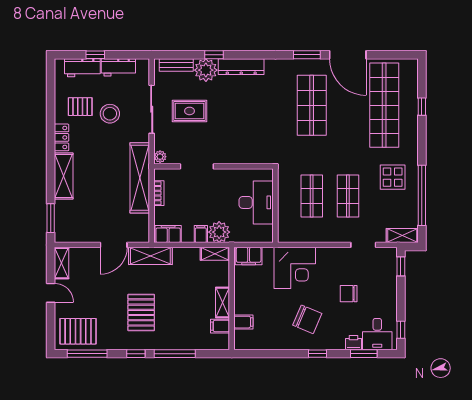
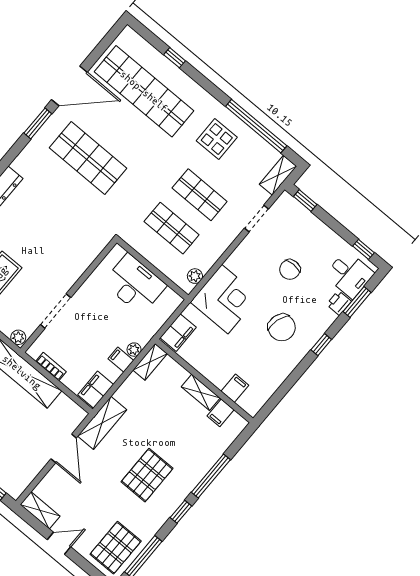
plant: (219, 232) -> (134, 350), width x0.53, depth x0.53
plant: (294, 237) -> (195, 276), added
pallet: (141, 312) -> (147, 475), turned 90
chair: (307, 319) -> (282, 327), turned 83

